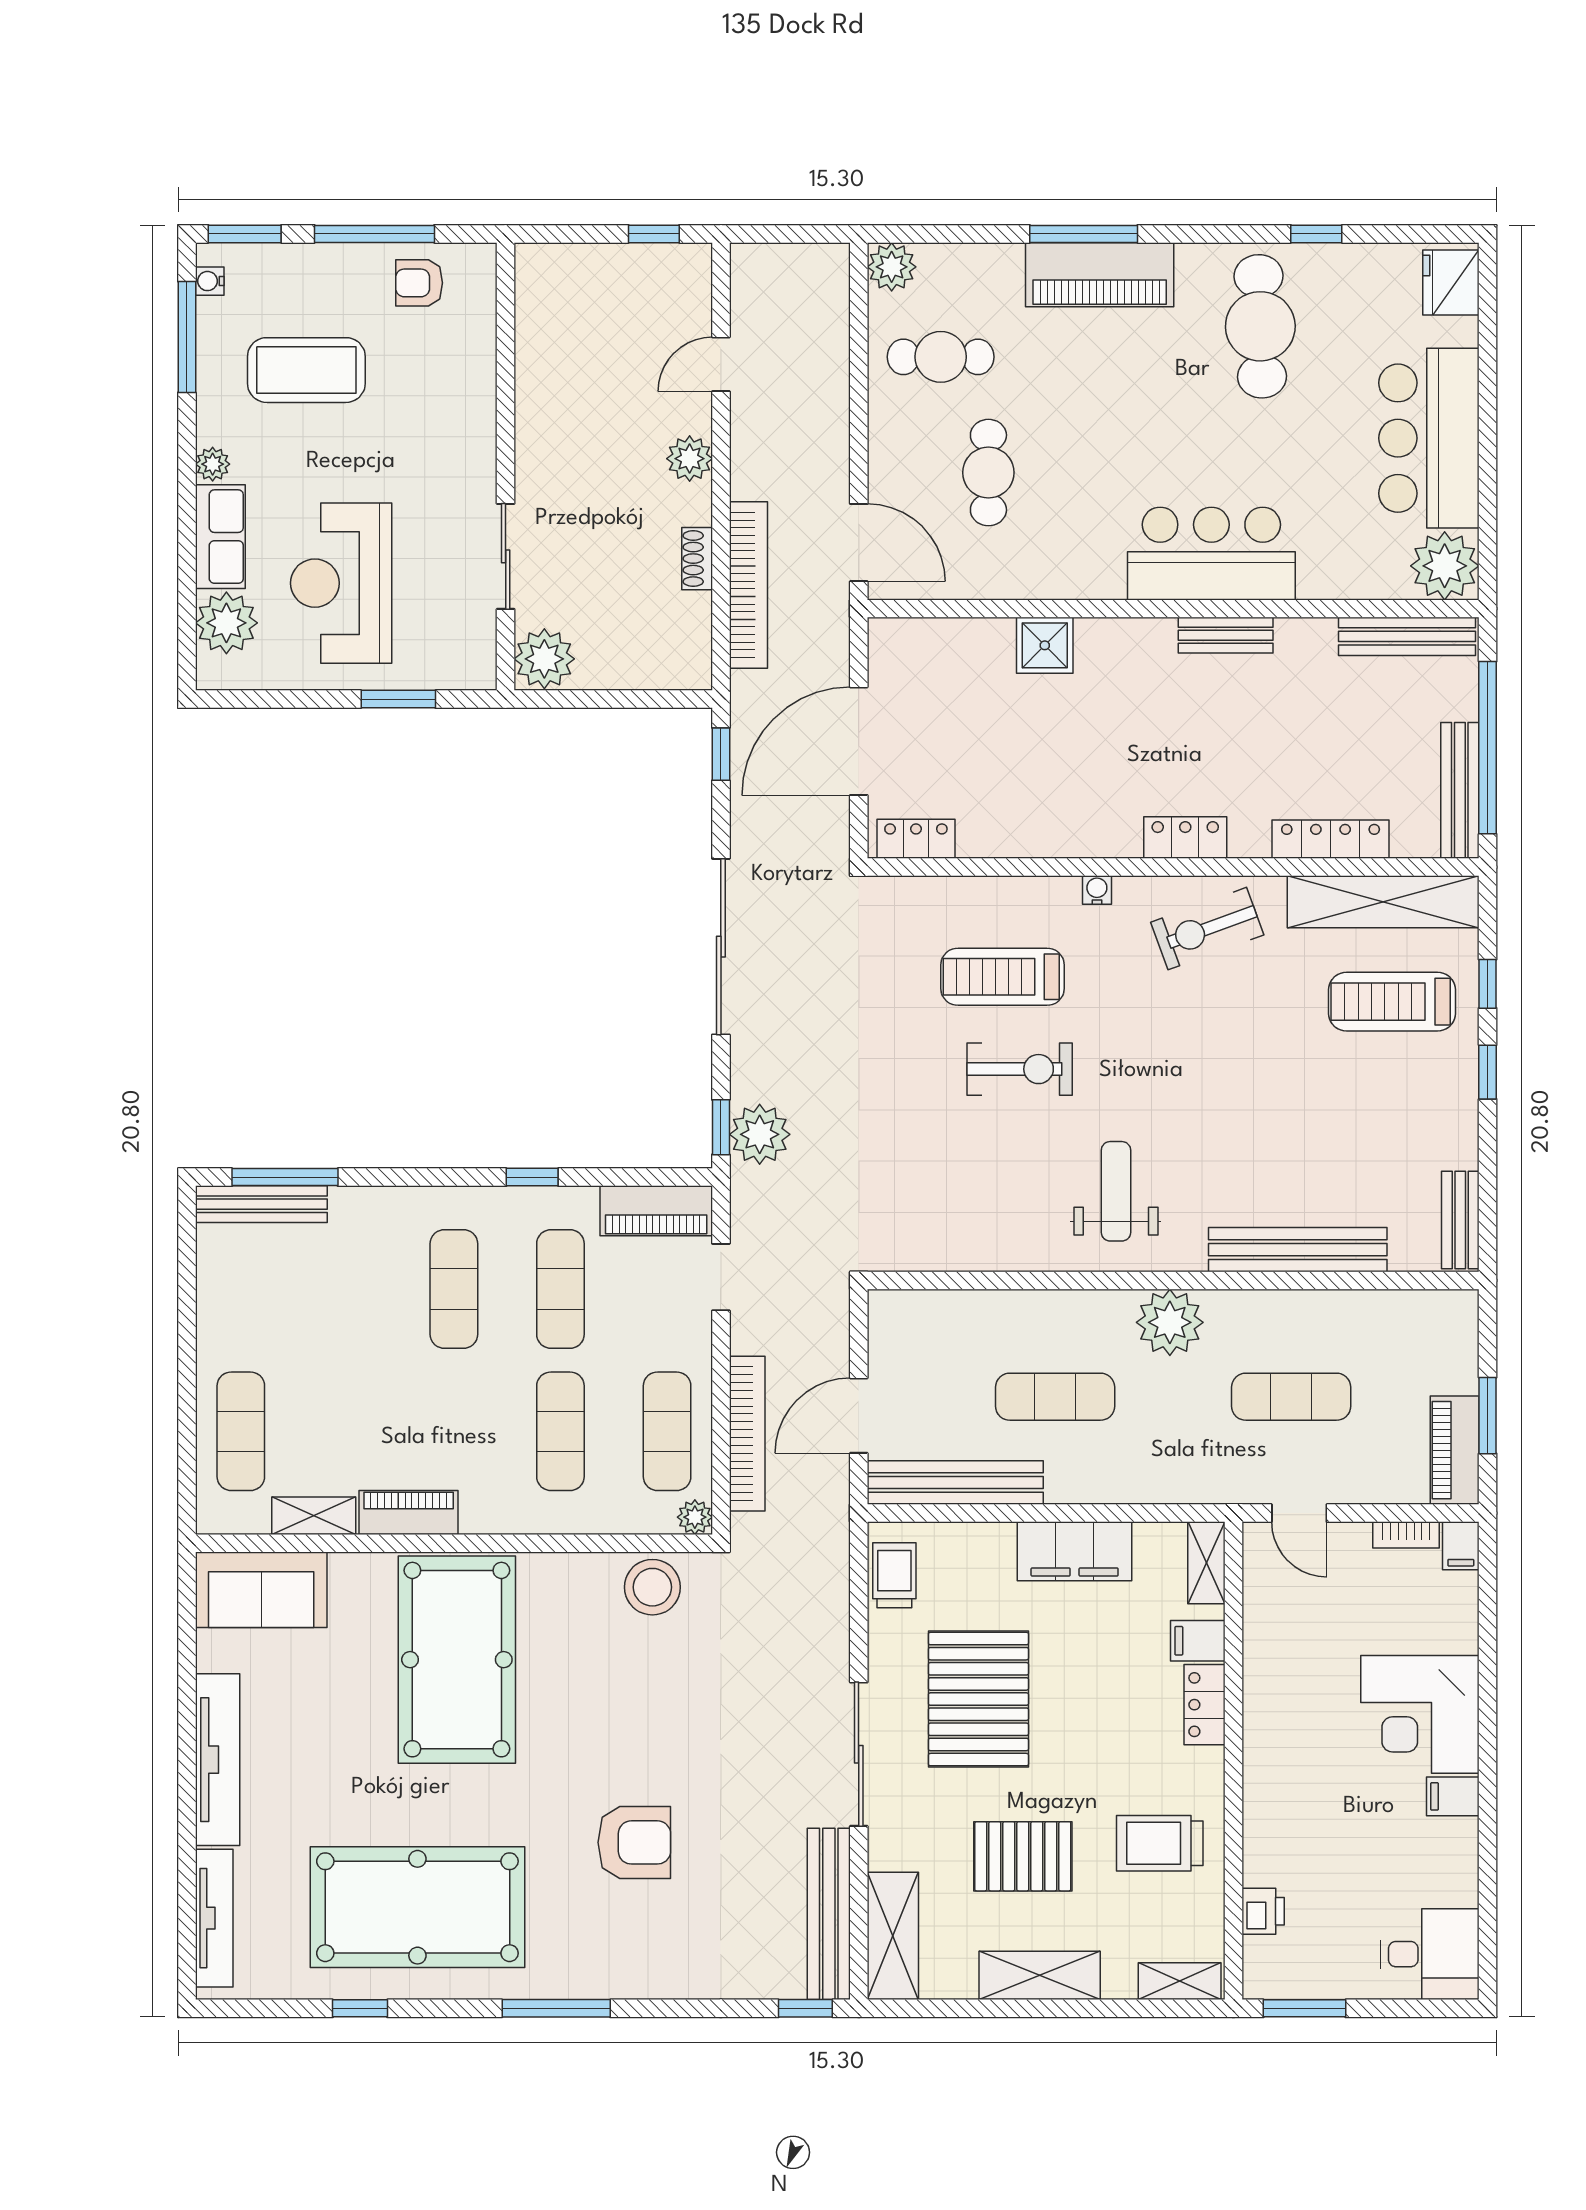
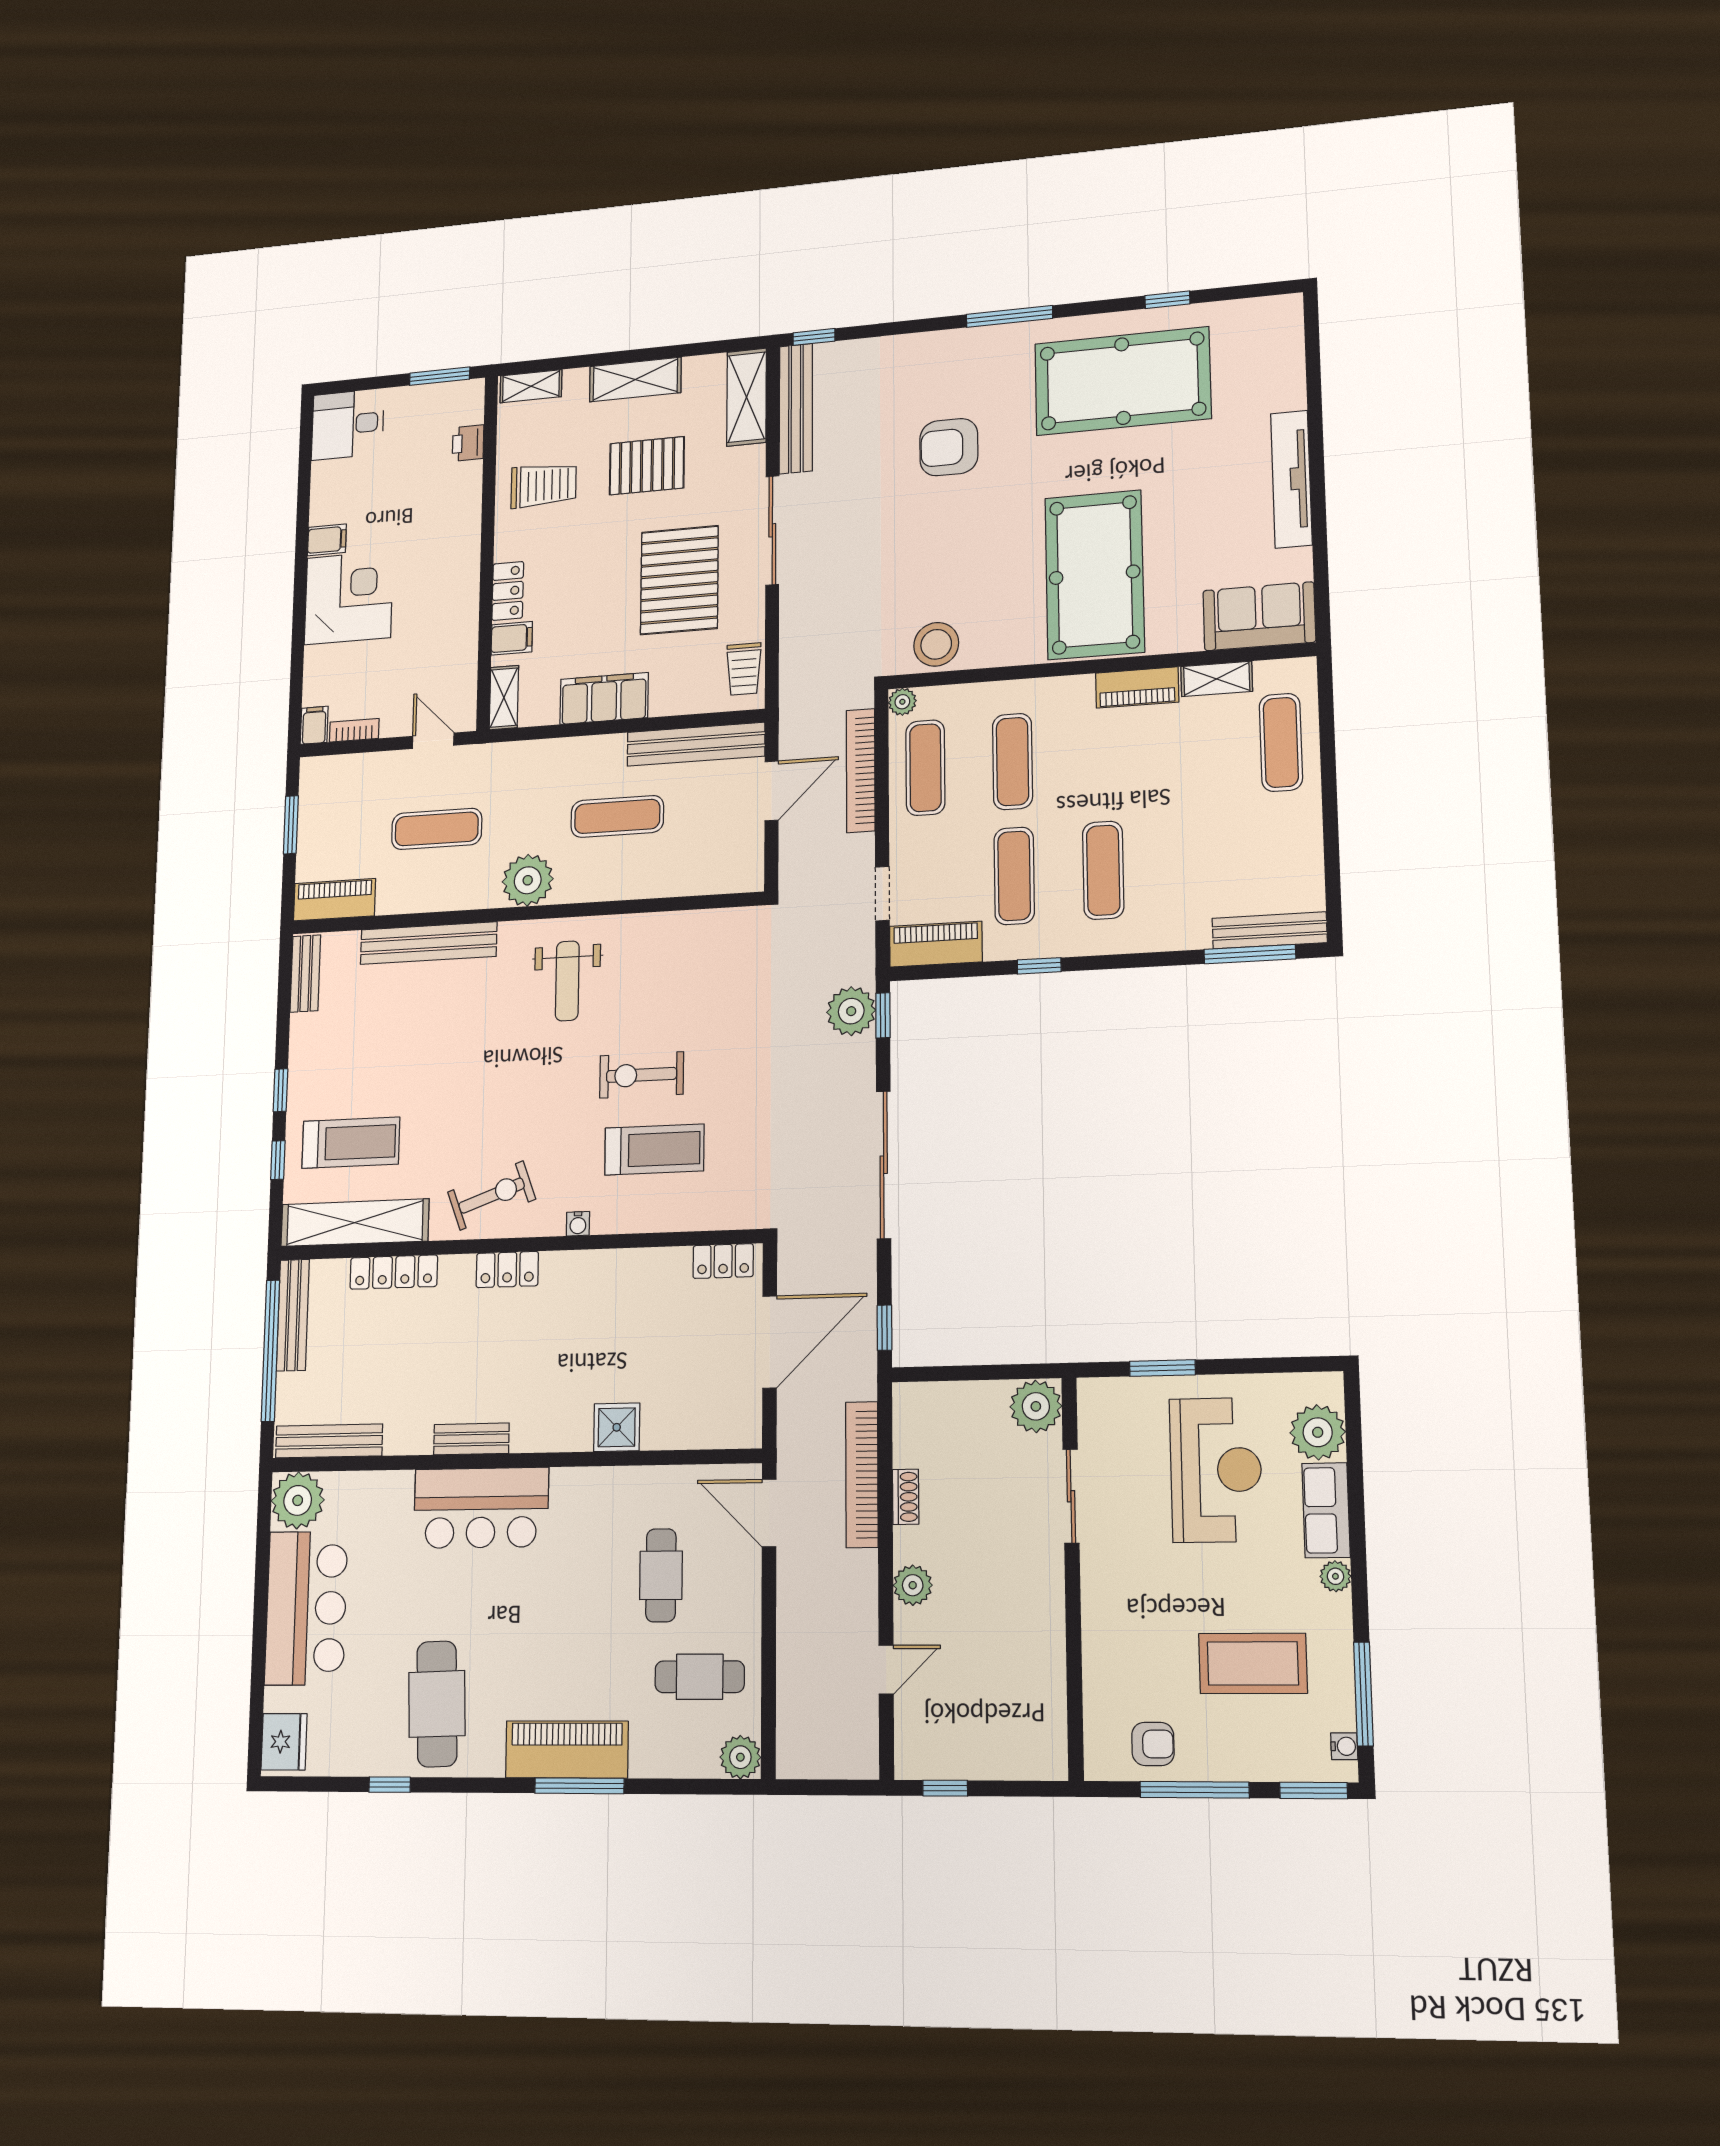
piano: (1455, 1450) -> (334, 900), moved, turned -90
tv unit: (214, 1918) -> (1290, 356), removed

